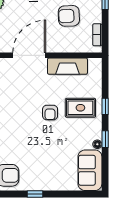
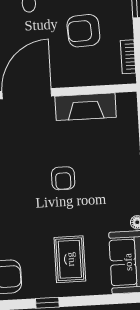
rug: (80, 108) -> (70, 259), moved, turned 90

